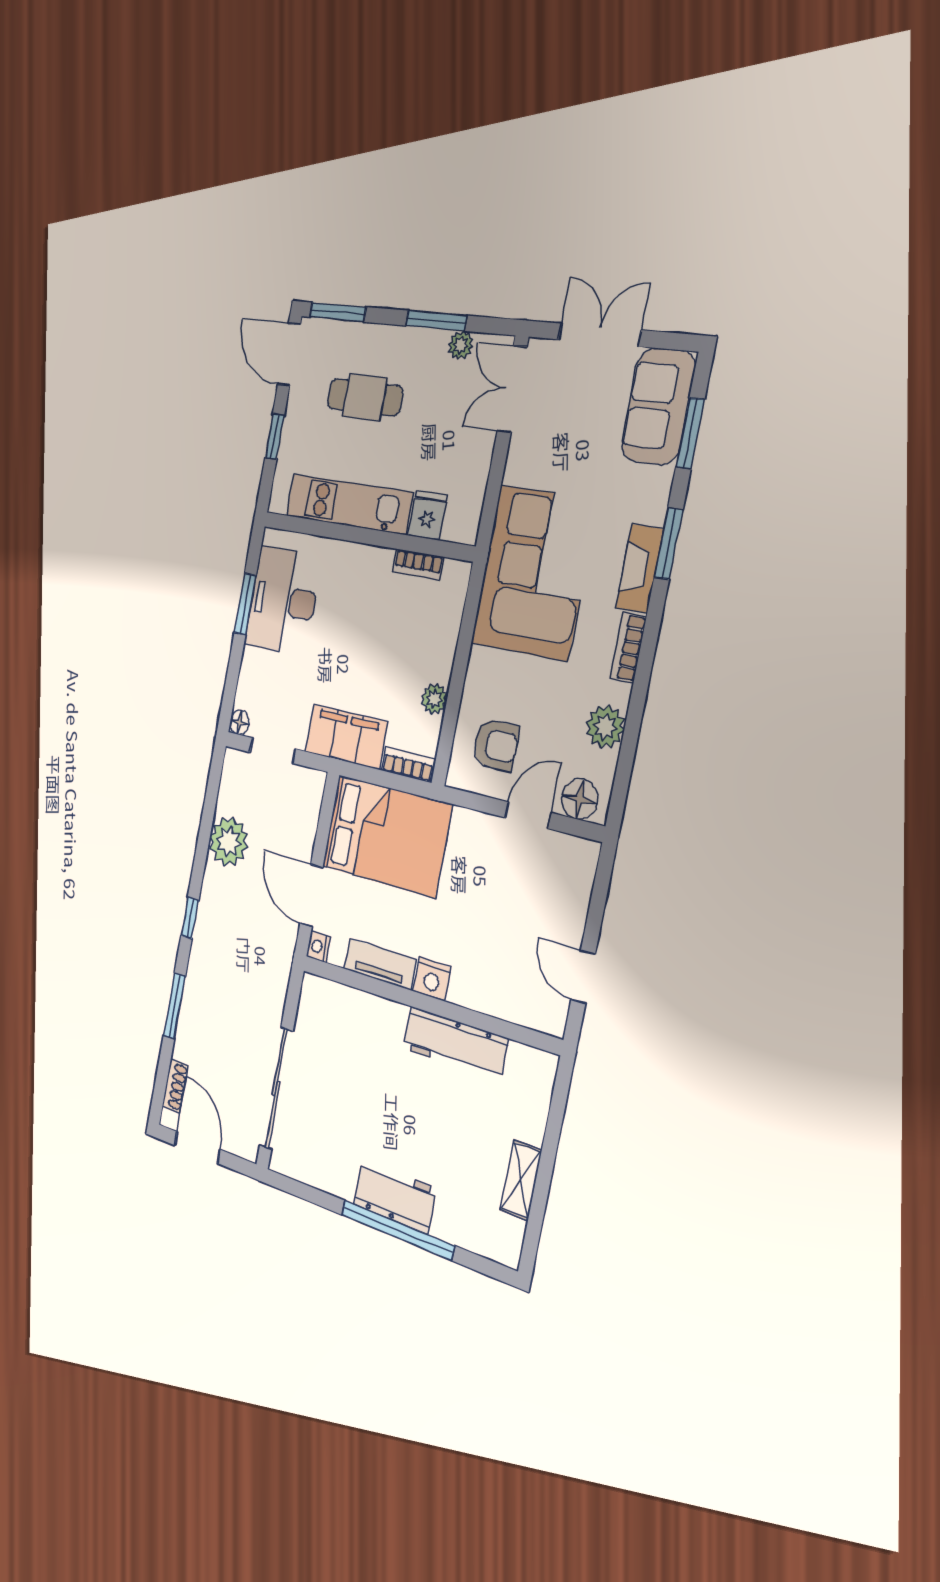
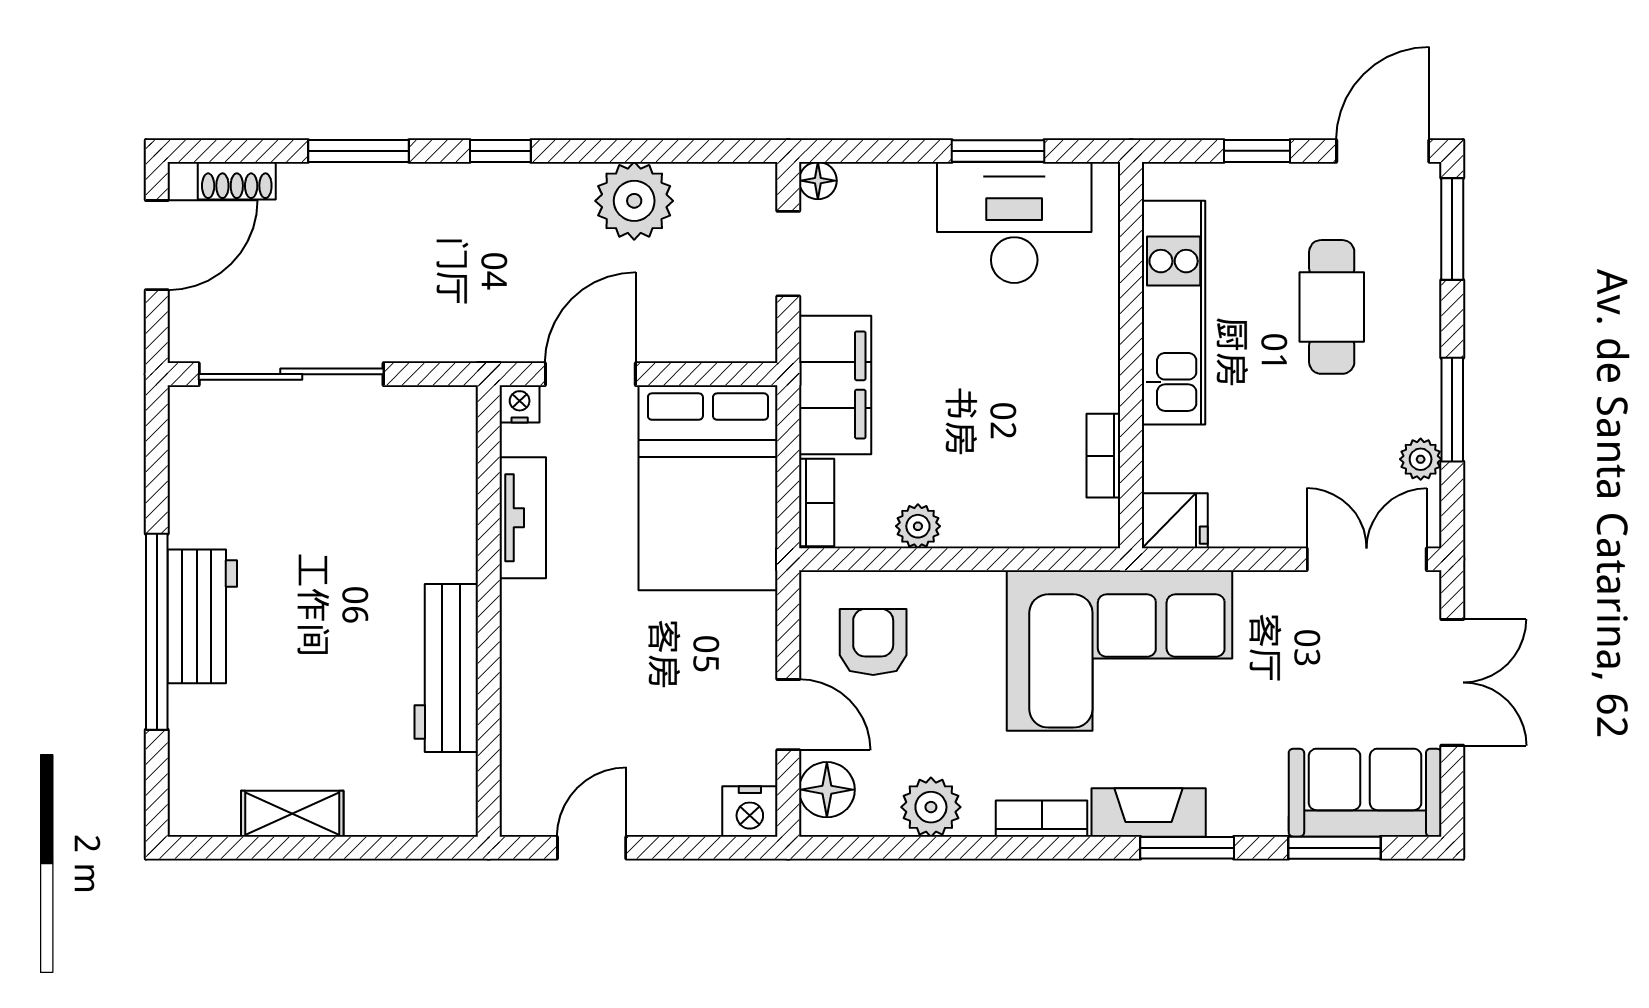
fridge: (428, 515) -> (1175, 521), moved
armchair: (496, 745) -> (873, 642), turned 180
nightstand: (432, 979) -> (750, 811), moved, turned -90

